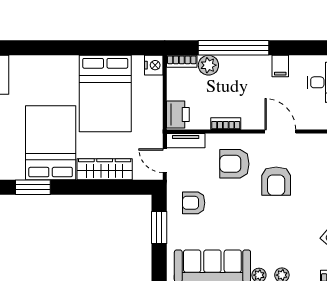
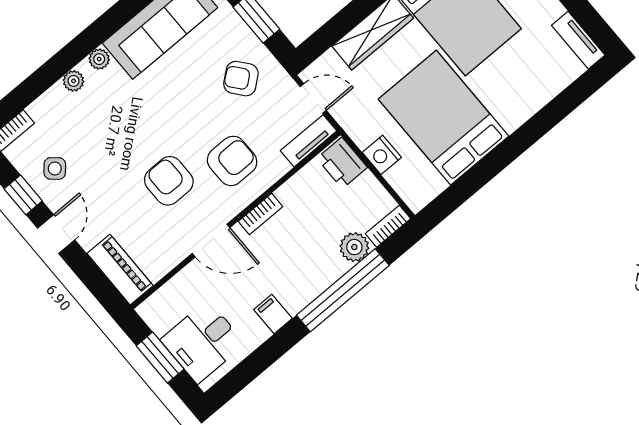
nightstand: (154, 65) -> (382, 155), moved
bookcase: (226, 124) -> (260, 214), moved
armchair: (194, 203) -> (241, 79), turned -129

